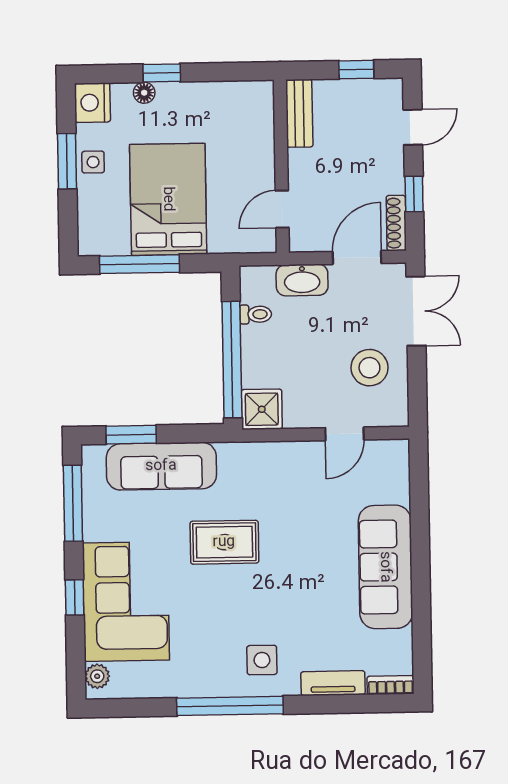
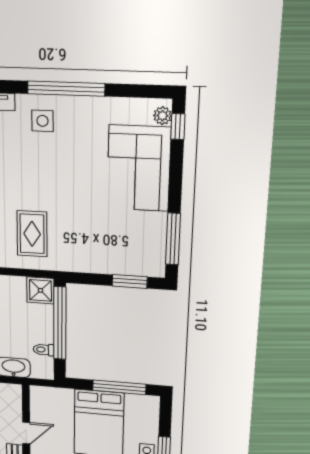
door: (282, 209) -> (26, 433), moved
sofa: (161, 466) -> (110, 259), removed
rug: (224, 542) -> (32, 234), moved, turned 90
window: (75, 597) -> (178, 127), moved

